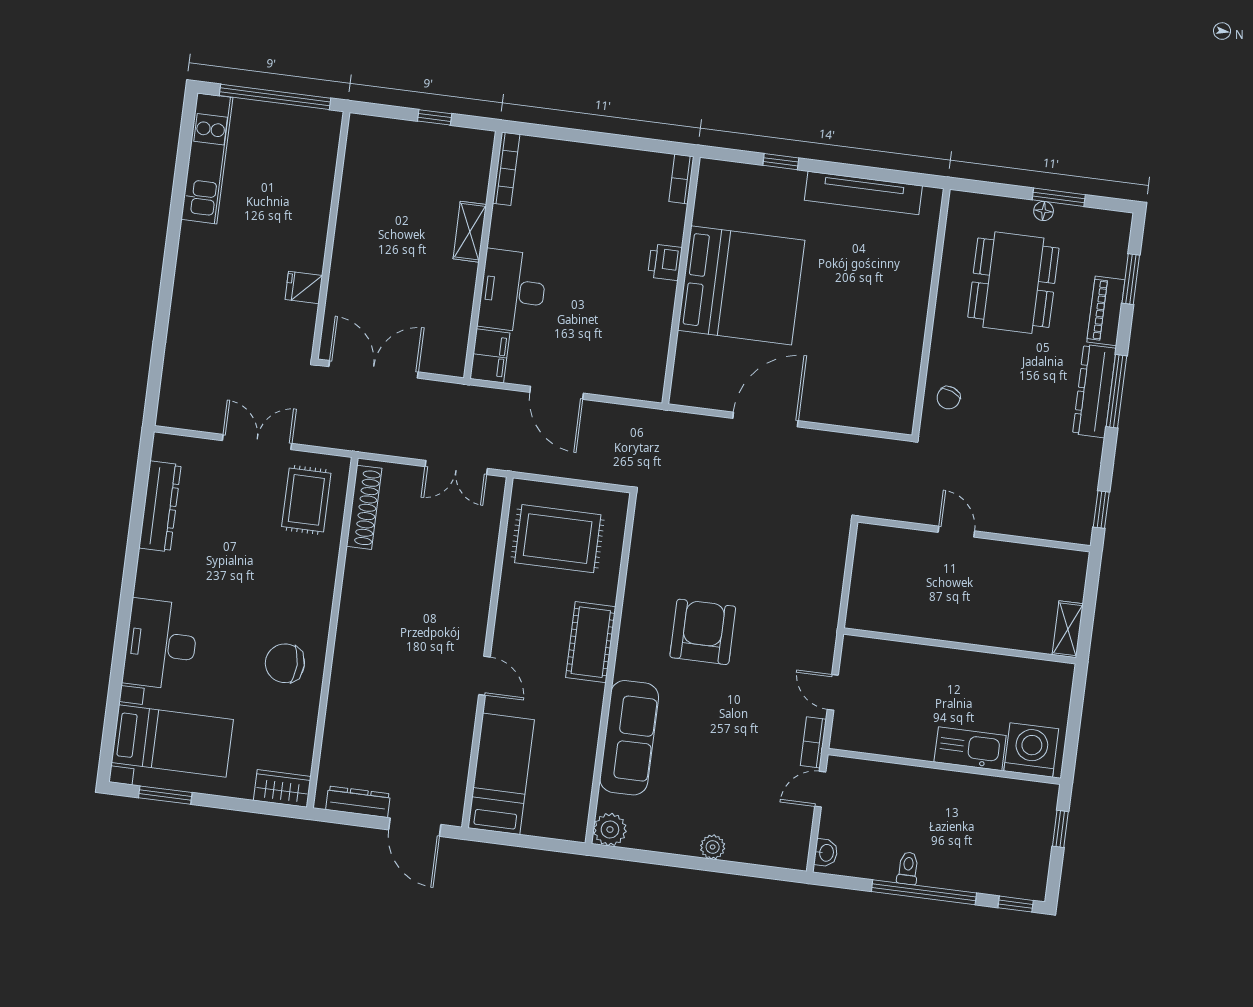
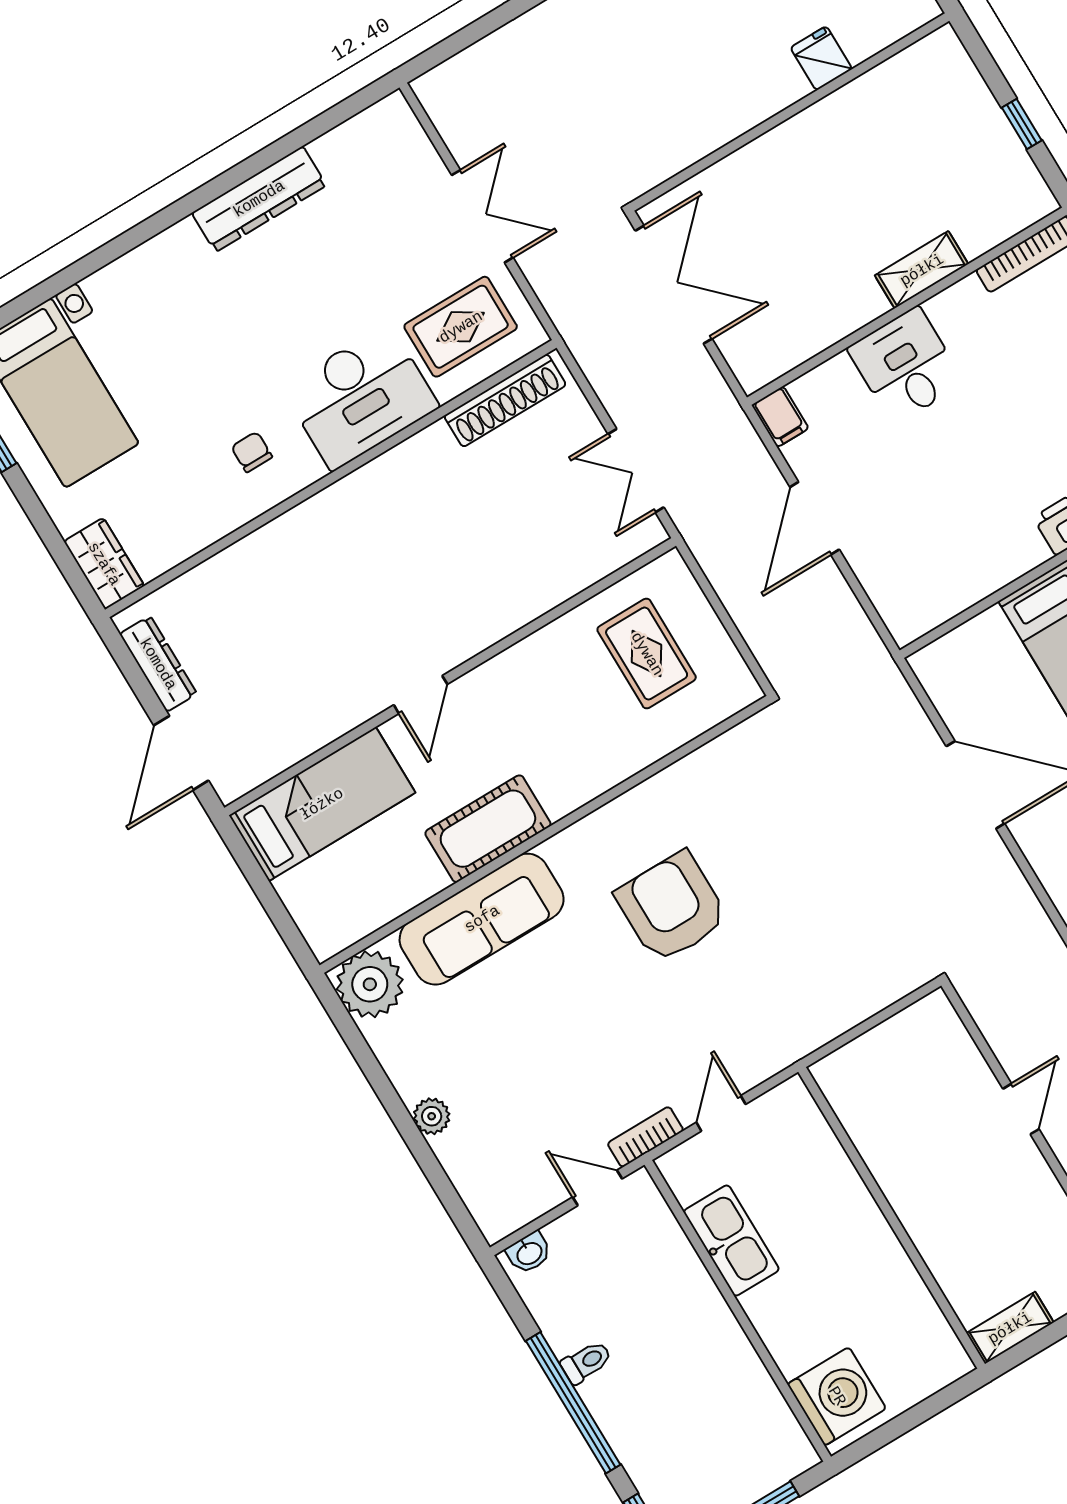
fridge: (304, 288) -> (821, 58), moved
desk: (513, 291) -> (906, 366), width x0.73
filing cabinet: (490, 356) -> (780, 417), width x0.50
dresser: (160, 506) -> (259, 199), moved
rug: (558, 539) -> (647, 654), width x0.73, depth x0.70
armchair: (703, 632) -> (672, 907), turned -90
cot: (591, 642) -> (488, 829), moved
desk: (161, 644) -> (360, 397), moved, turned 180
chair: (285, 663) -> (252, 452), width x0.54, depth x0.54
kitchen sink: (970, 749) -> (731, 1241), moved
plant: (610, 830) -> (370, 984), width x1.36, depth x1.36

